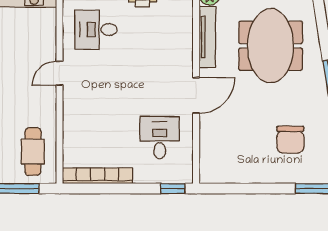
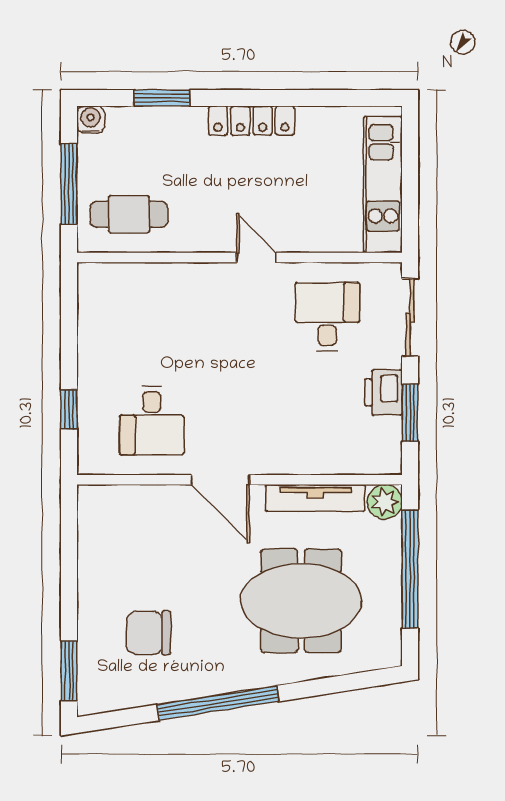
desk: (160, 138) -> (152, 420), turned 90
bookcase: (97, 176) -> (90, 319), removed
window: (173, 189) -> (69, 409), moved

